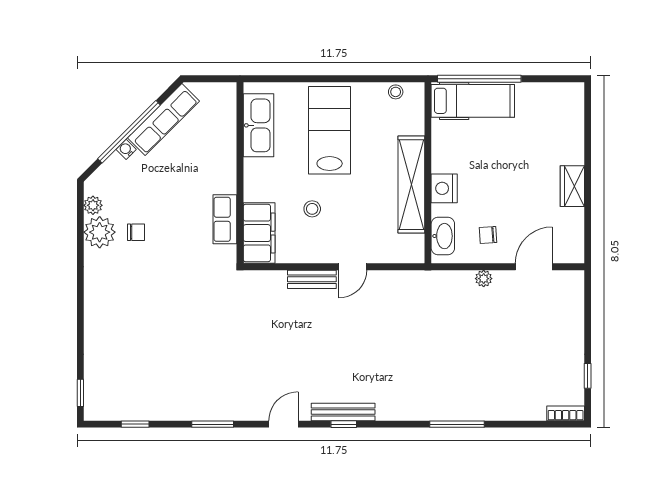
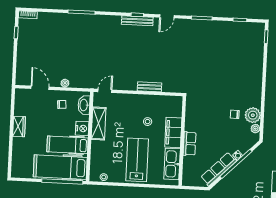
hospital bed: (473, 101) -> (60, 167), width x1.37, depth x1.29
lab bench: (330, 130) -> (137, 160), turned 180
hospital bed: (472, 154) -> (68, 145), added
shelving: (411, 185) -> (99, 123), width x0.68
row of seats: (225, 219) -> (190, 144), moved
filing cabinet: (259, 233) -> (173, 133), moved
door: (353, 267) -> (105, 91), moved
door: (534, 267) -> (40, 88), swing flipped

